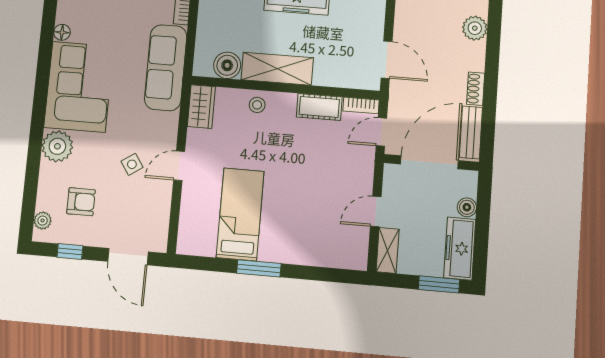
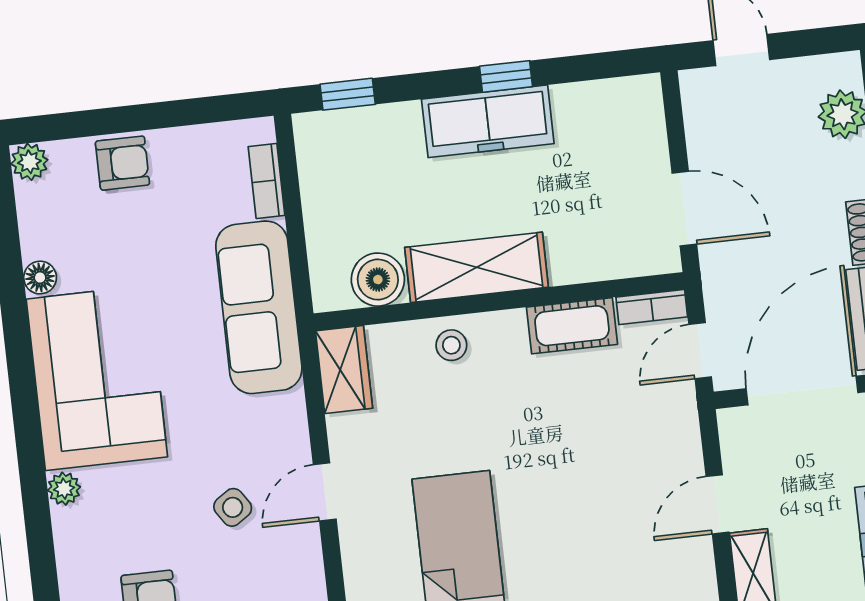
plant: (57, 146) -> (64, 489), width x0.53, depth x0.53

